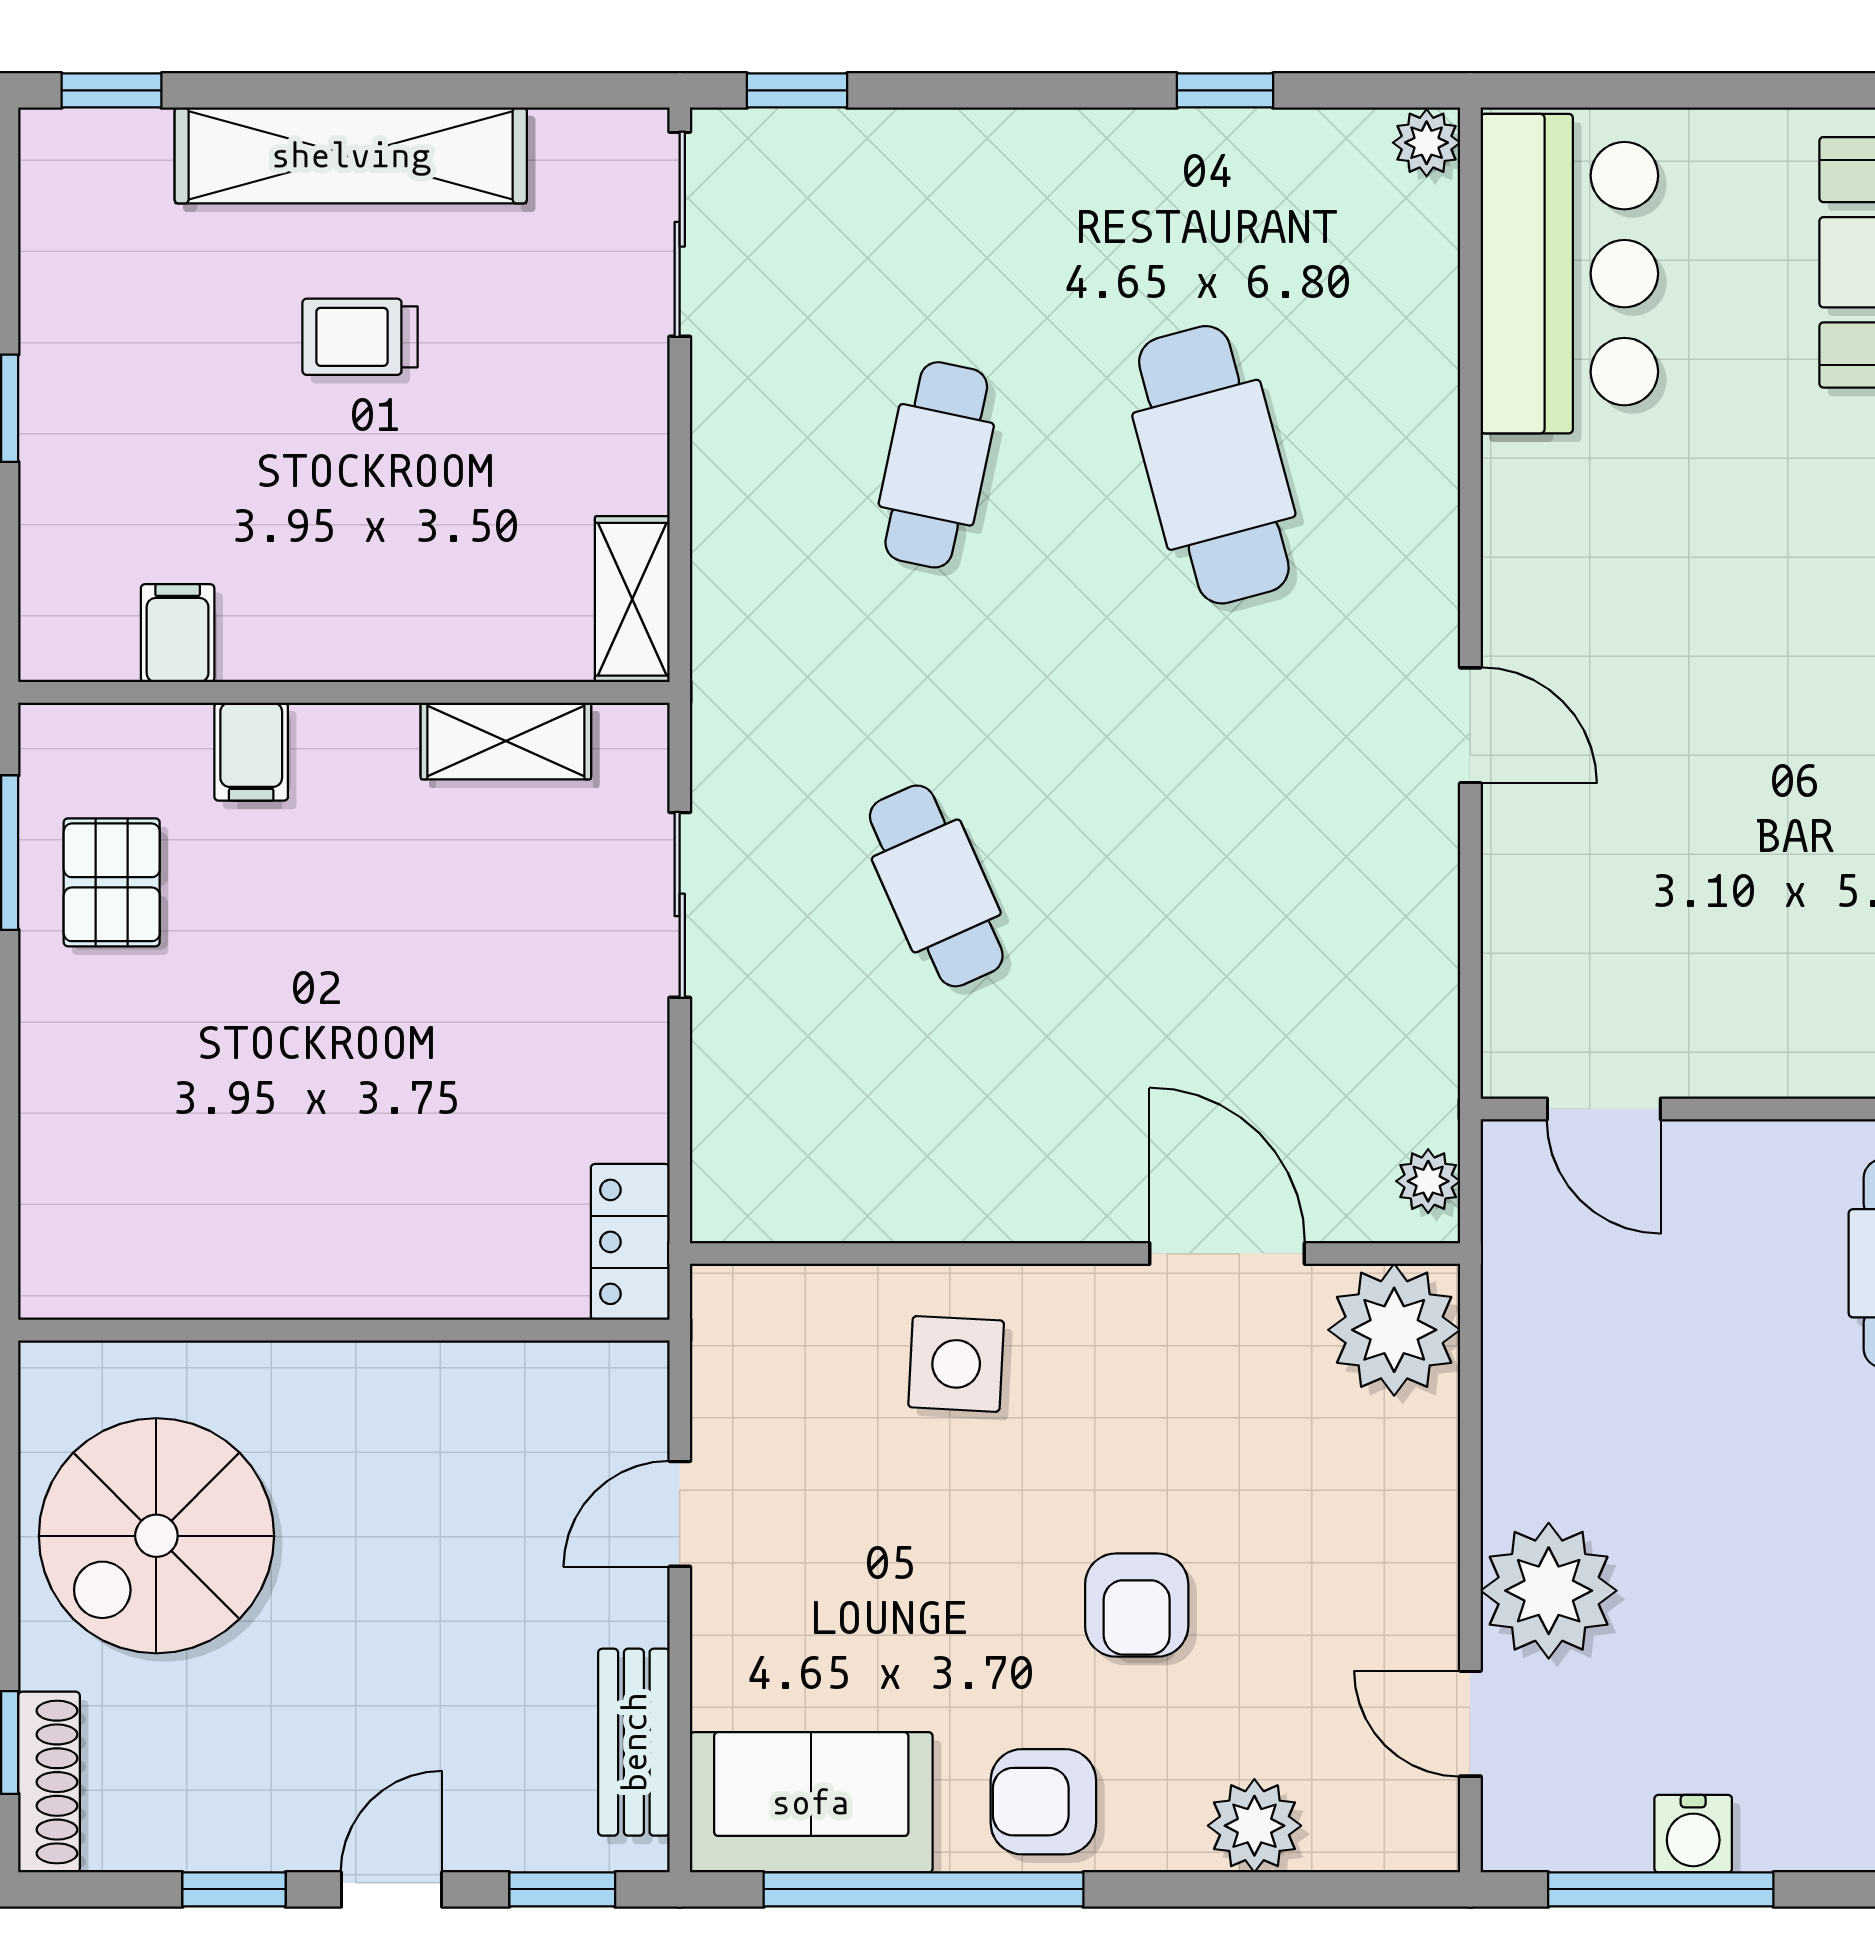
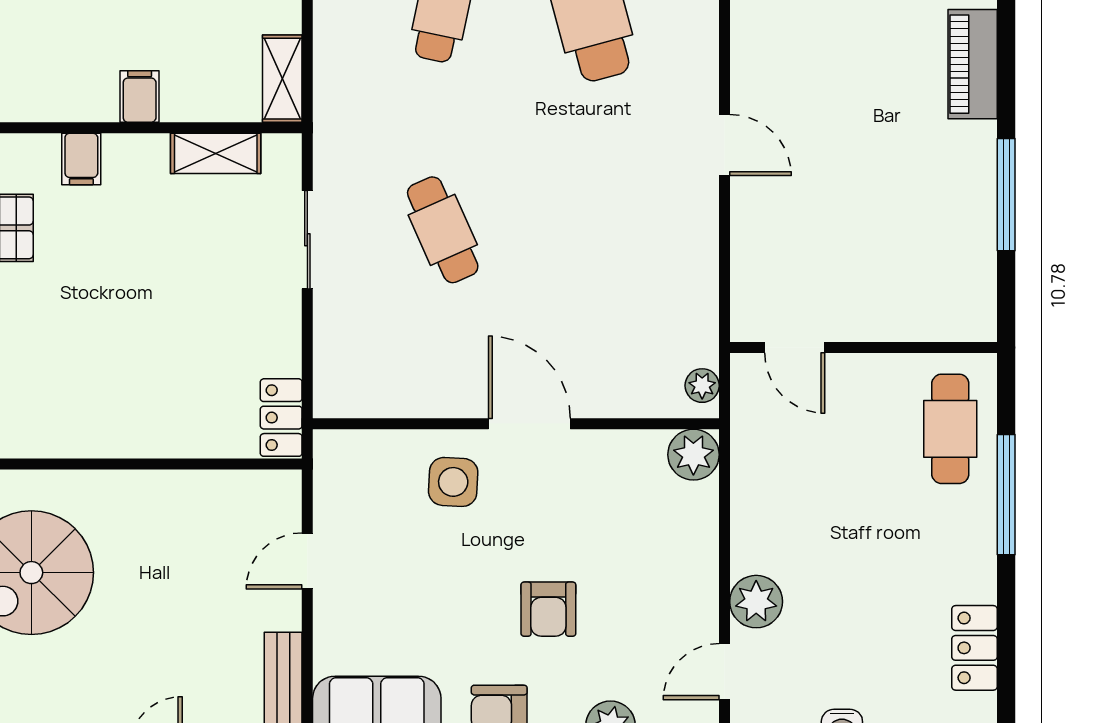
filing cabinet: (178, 633) -> (140, 97), moved
door: (1227, 1254) -> (529, 424), moved
plant: (1394, 1330) -> (693, 455), width x0.73, depth x0.73
plant: (1549, 1591) -> (756, 602), width x0.73, depth x0.73
door: (1470, 1724) -> (724, 672), hinge flipped

